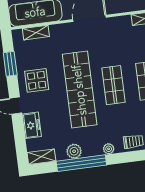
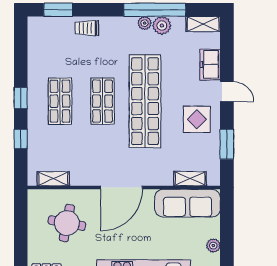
plant: (109, 149) -> (145, 23), moved

